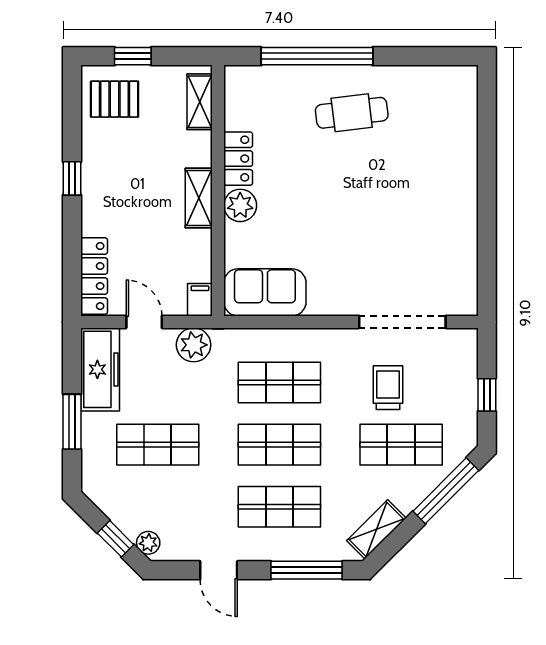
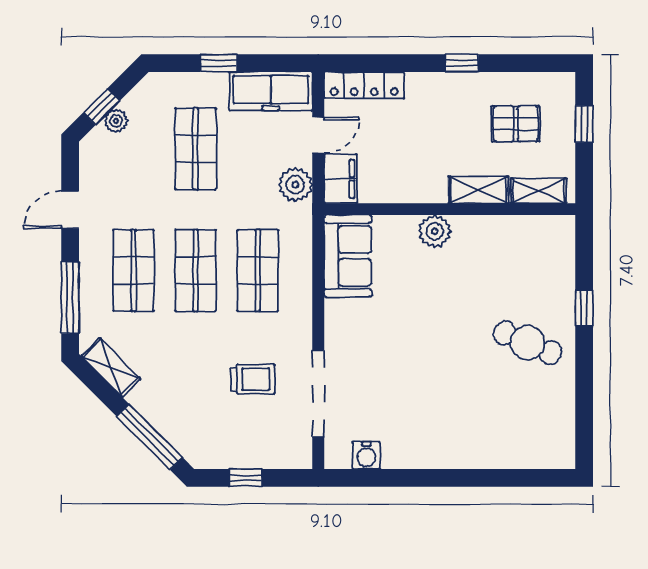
window: (317, 56) -> (584, 308), width x0.32
pallet: (115, 99) -> (516, 124), moved, turned 90
cafe table: (352, 113) -> (527, 343), turned -60
locker: (238, 159) -> (482, 229), removed
shelving: (199, 198) -> (479, 190), moved
water cooler: (464, 274) -> (366, 455), added
filing cabinet: (200, 300) -> (340, 179), width x2.00
window: (72, 422) -> (219, 63), width x0.67
shop shelf: (401, 445) -> (196, 392), removed
plant: (148, 543) -> (116, 121), moved

